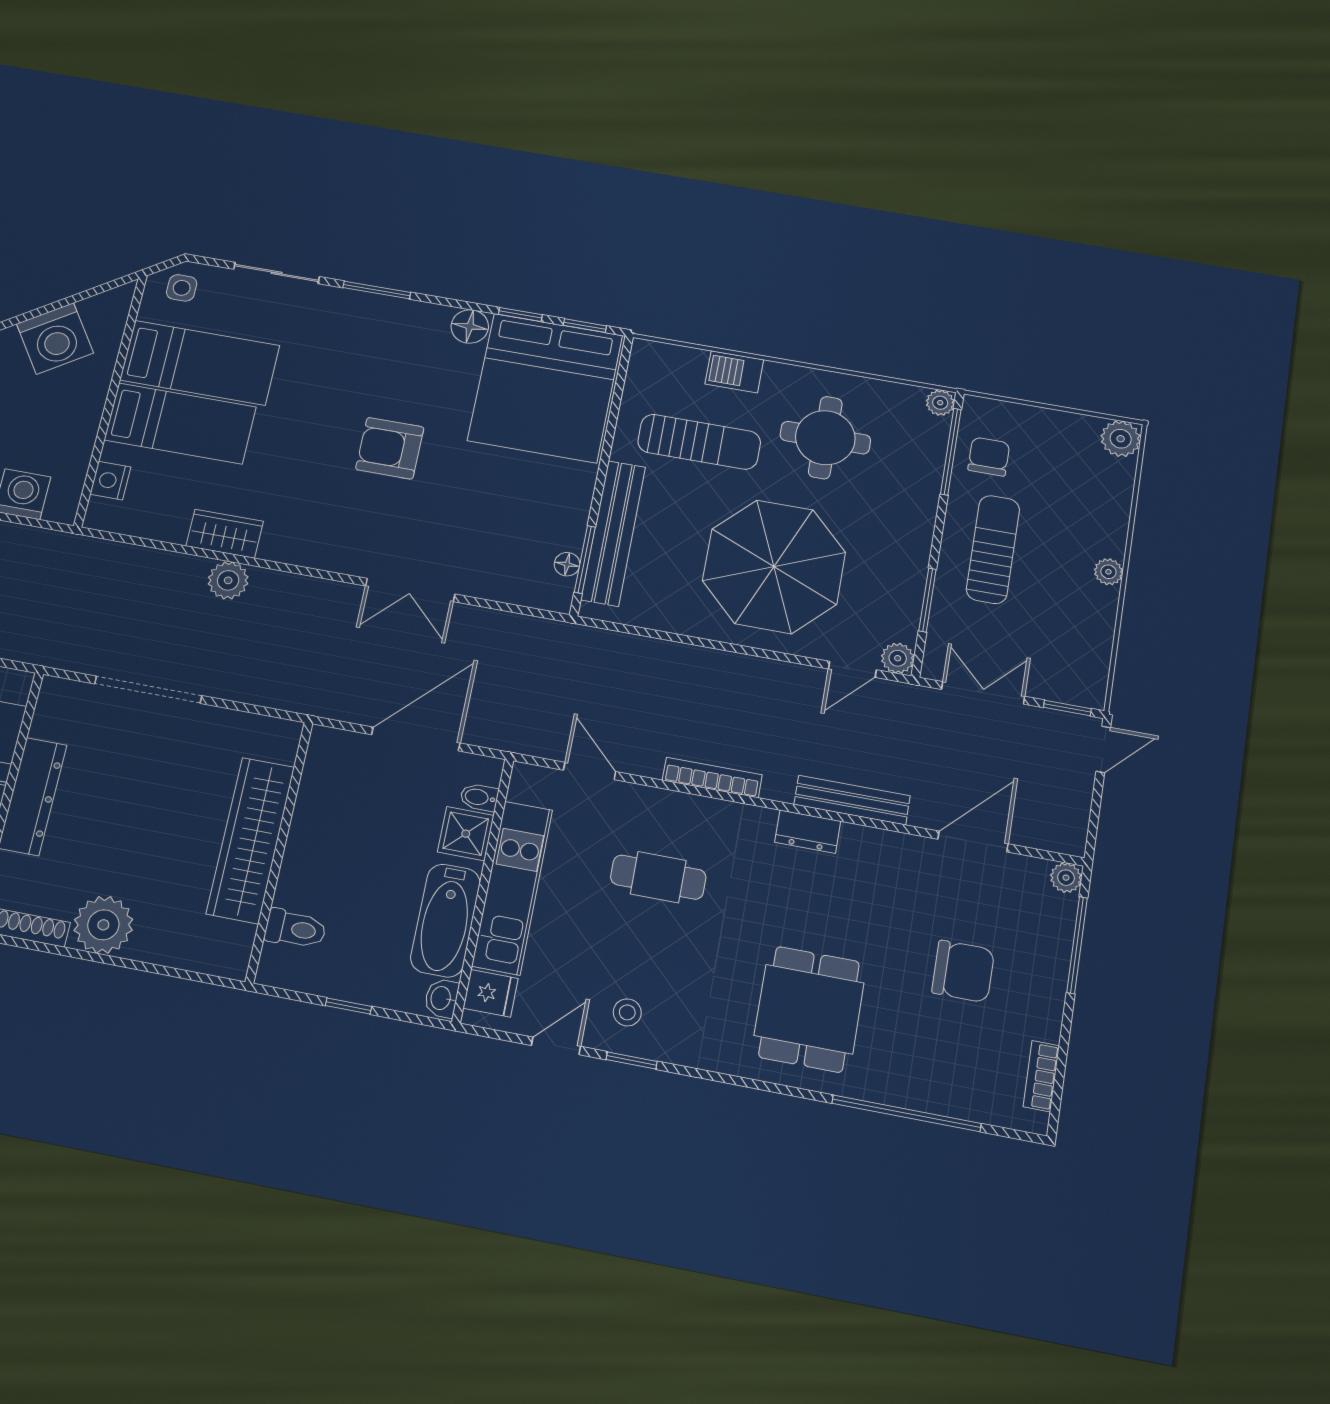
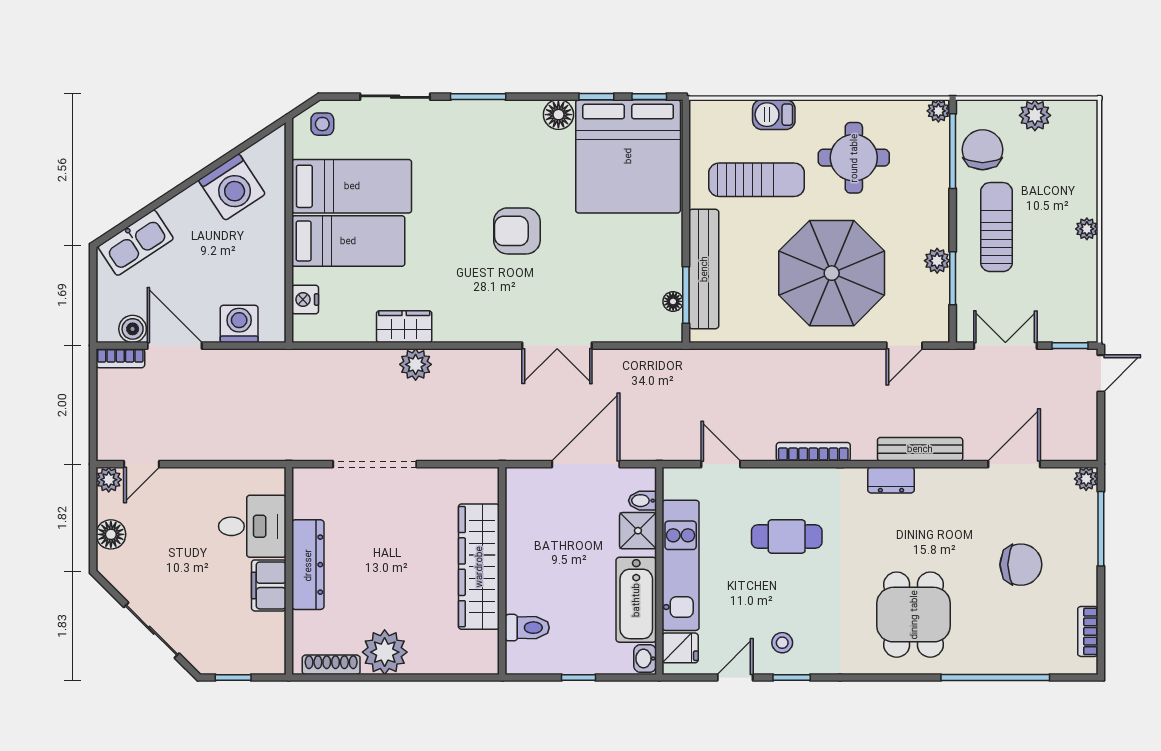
plant: (1121, 439) -> (1035, 115), moved
chair: (989, 457) -> (983, 150), width x1.37, depth x1.37
plant: (898, 658) -> (937, 261), moved

